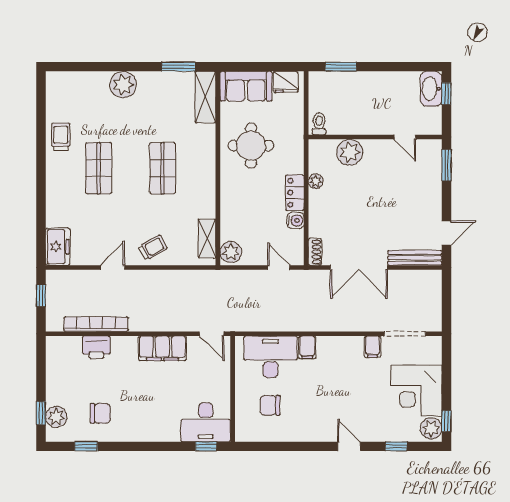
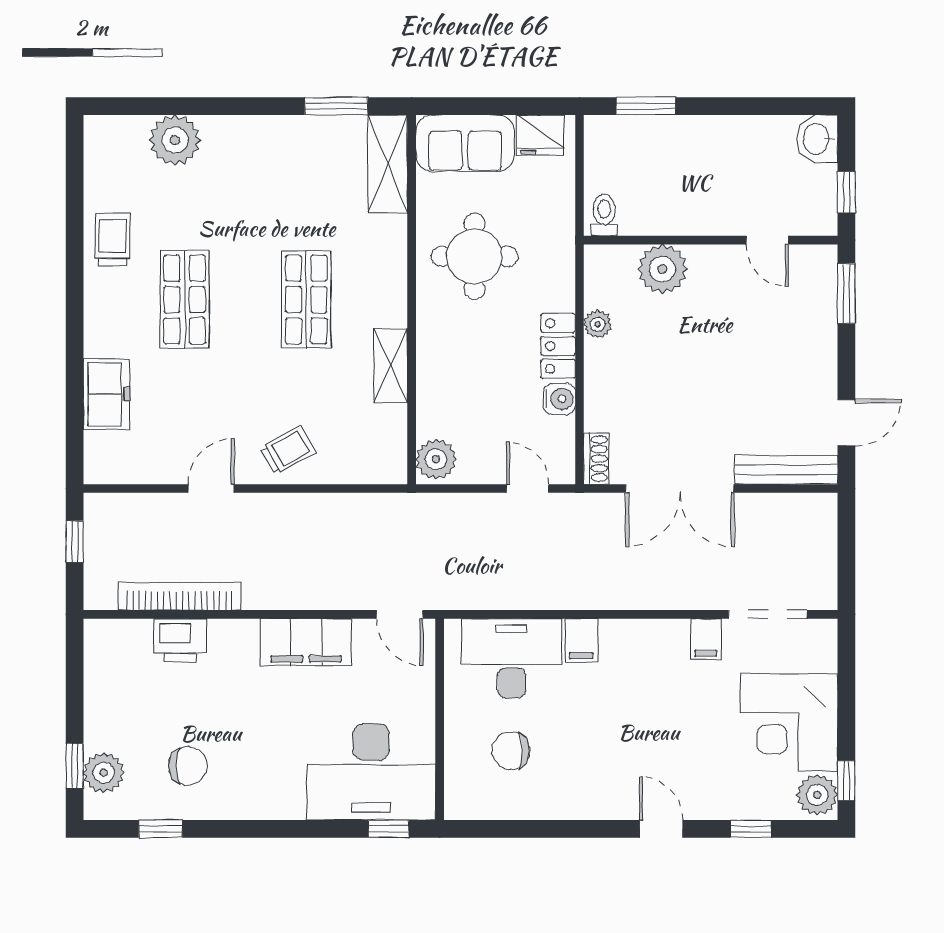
plant: (123, 85) -> (175, 140), moved
washbasin: (431, 89) -> (817, 139), width x0.72
window: (446, 94) -> (846, 192), moved
shelving: (207, 239) -> (391, 365), moved
freezer: (58, 247) -> (107, 394), moved
desk: (206, 422) -> (371, 772), width x1.36, depth x1.30

